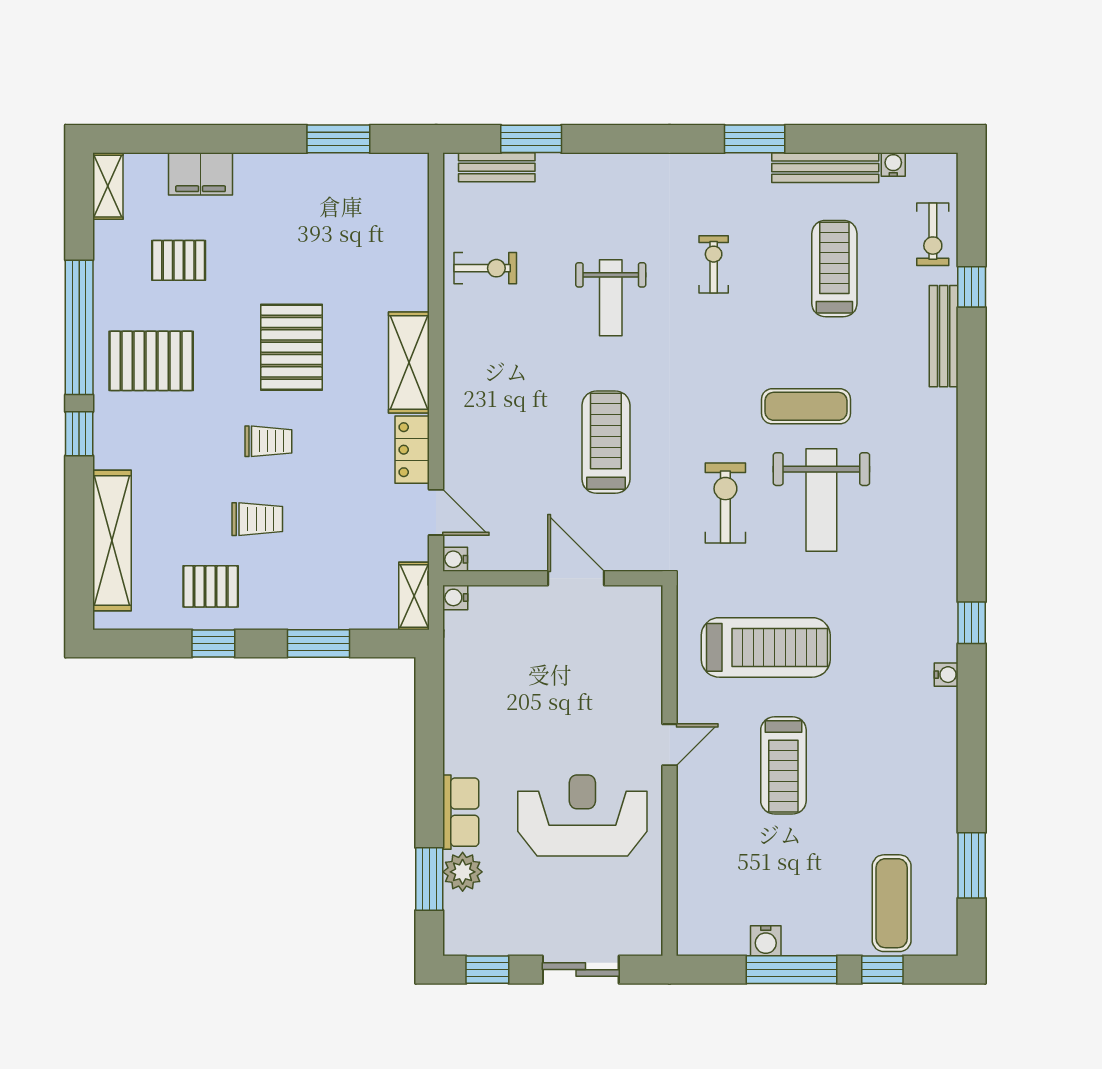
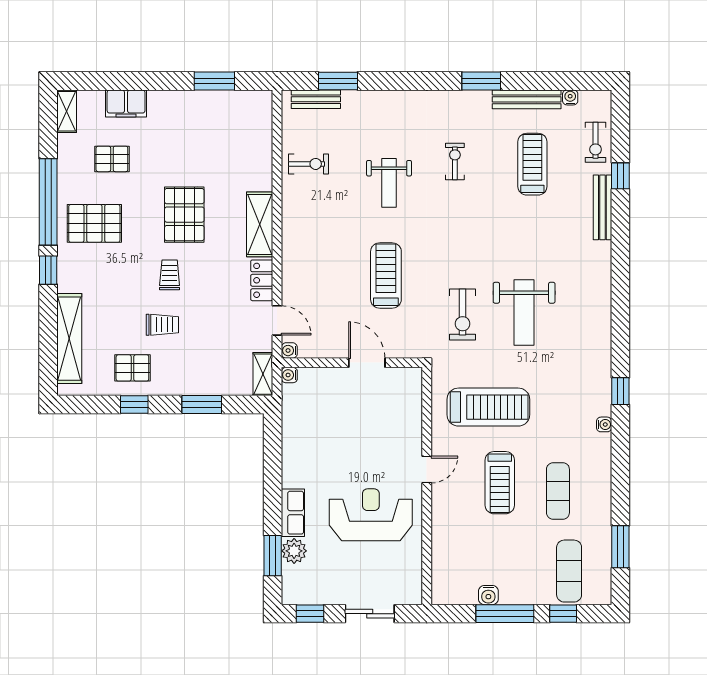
exercise mat: (806, 406) -> (558, 491), moved, turned 90
trolley: (268, 441) -> (170, 275), turned -90
exercise bike: (725, 503) -> (463, 315), turned 180

